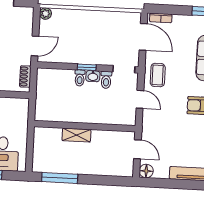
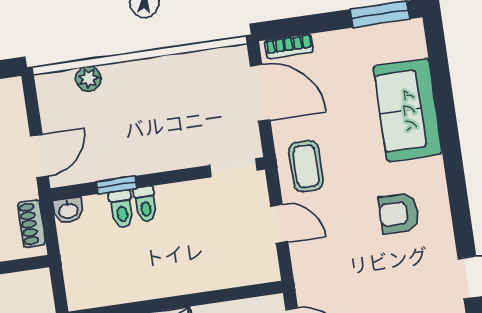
plant: (45, 14) -> (88, 79), moved
window: (87, 67) -> (117, 185), moved
washbasin: (93, 76) -> (68, 210), moved
toilet: (106, 80) -> (122, 209), moved

